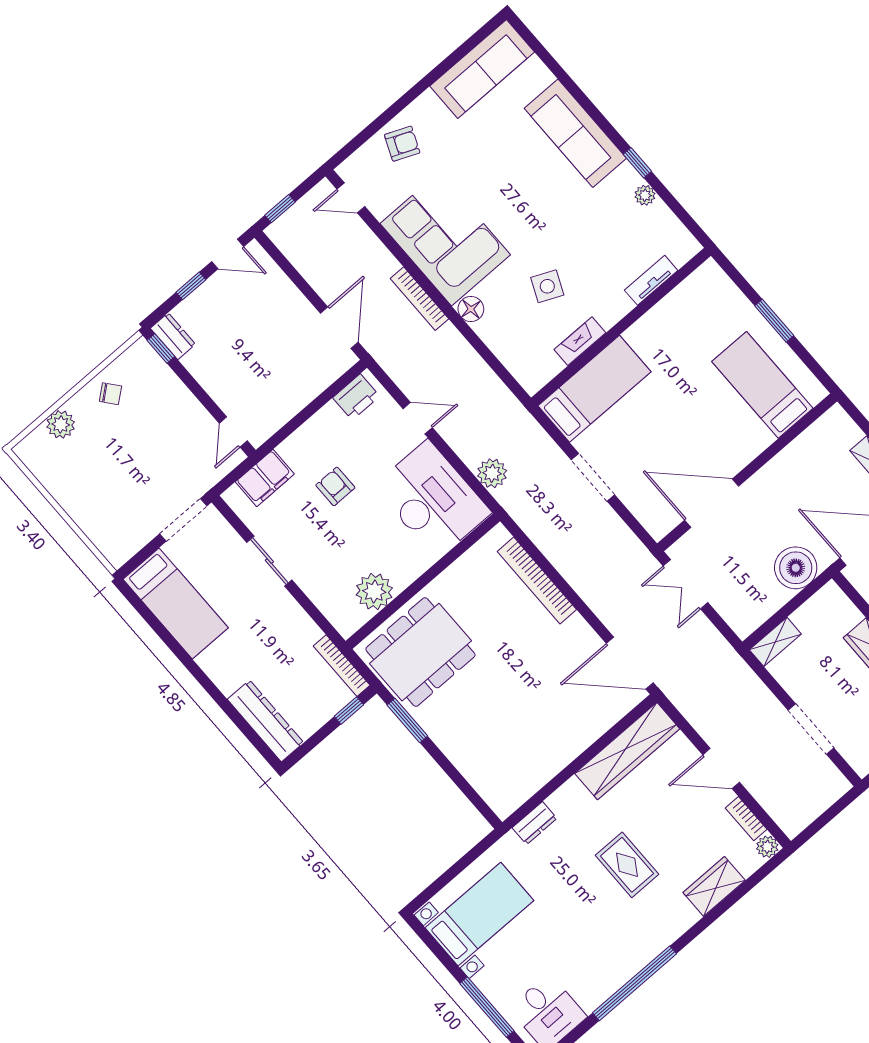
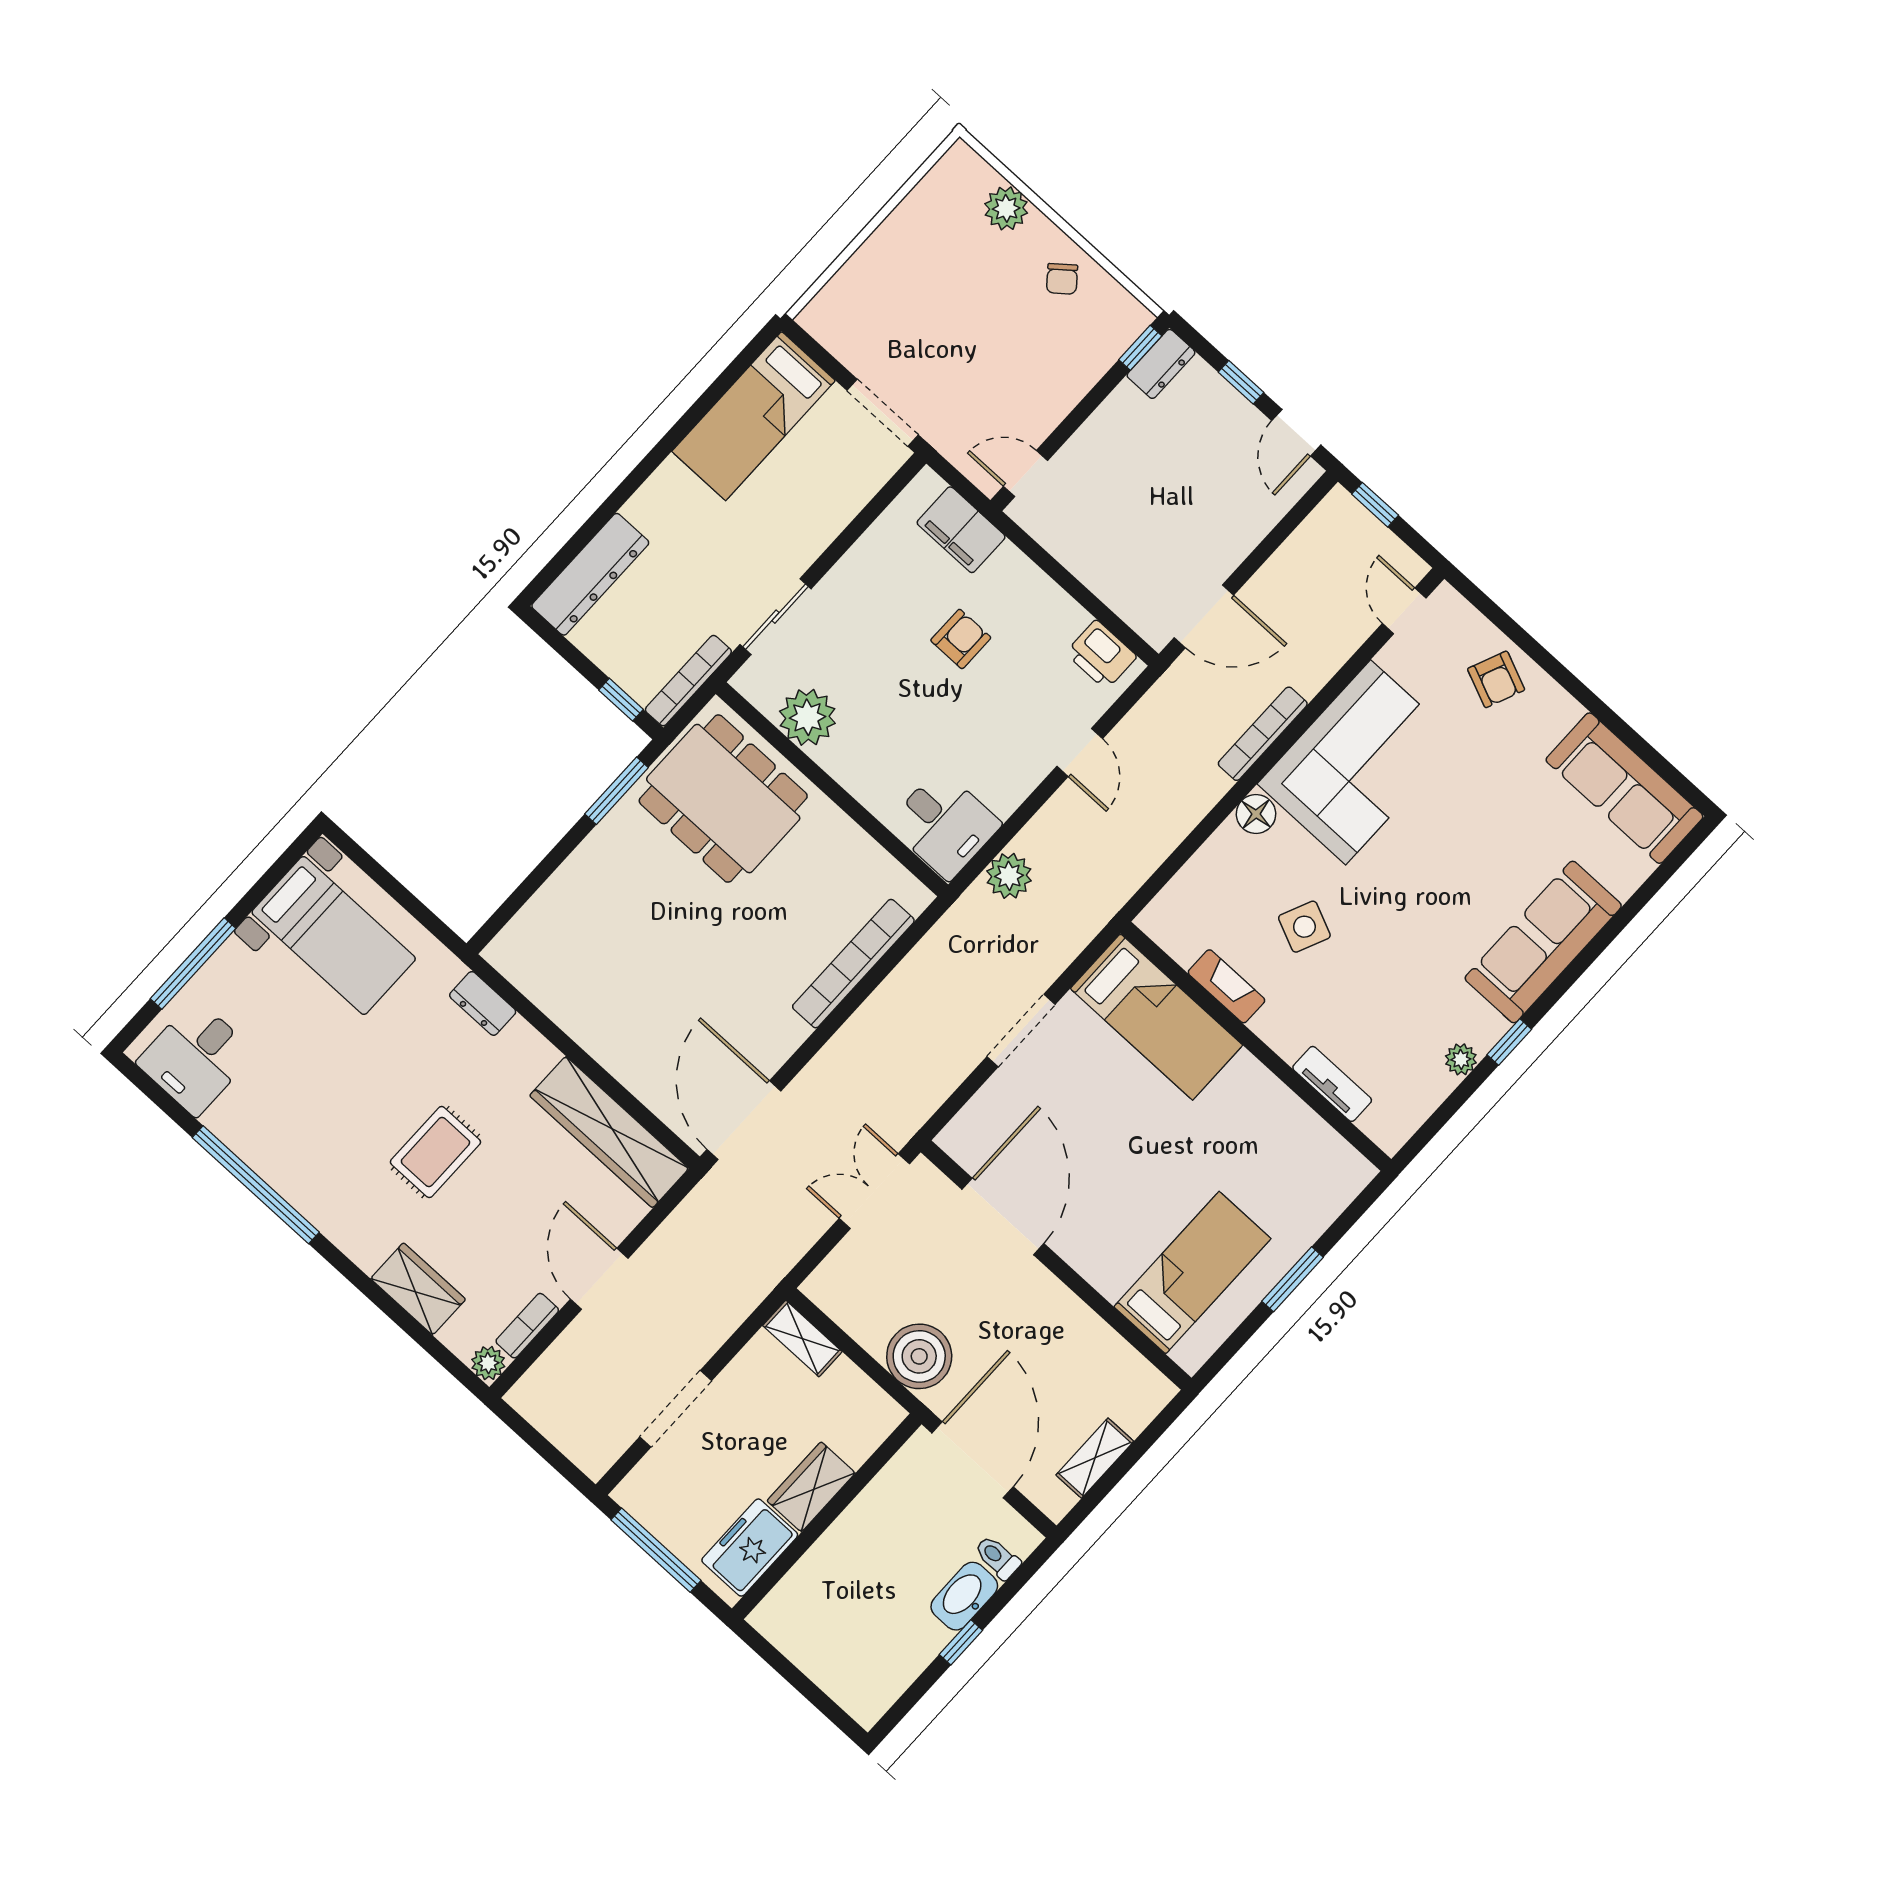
desk: (432, 499) -> (944, 824), width x0.53, depth x0.77
sliding door: (269, 561) -> (776, 617), moved

